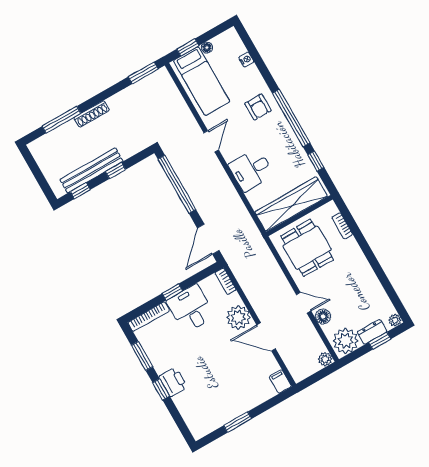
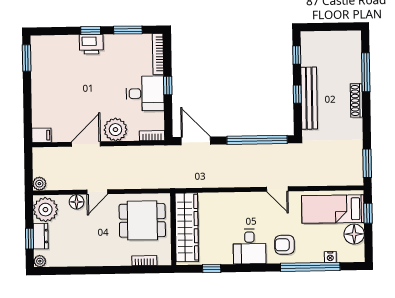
floor lamp: (207, 48) -> (354, 234), width x1.89, depth x1.89
window: (291, 118) -> (310, 267), moved
bench: (91, 170) -> (309, 98), moved
desk: (251, 170) -> (250, 246), moved, turned 180
window: (238, 422) -> (27, 58), moved

